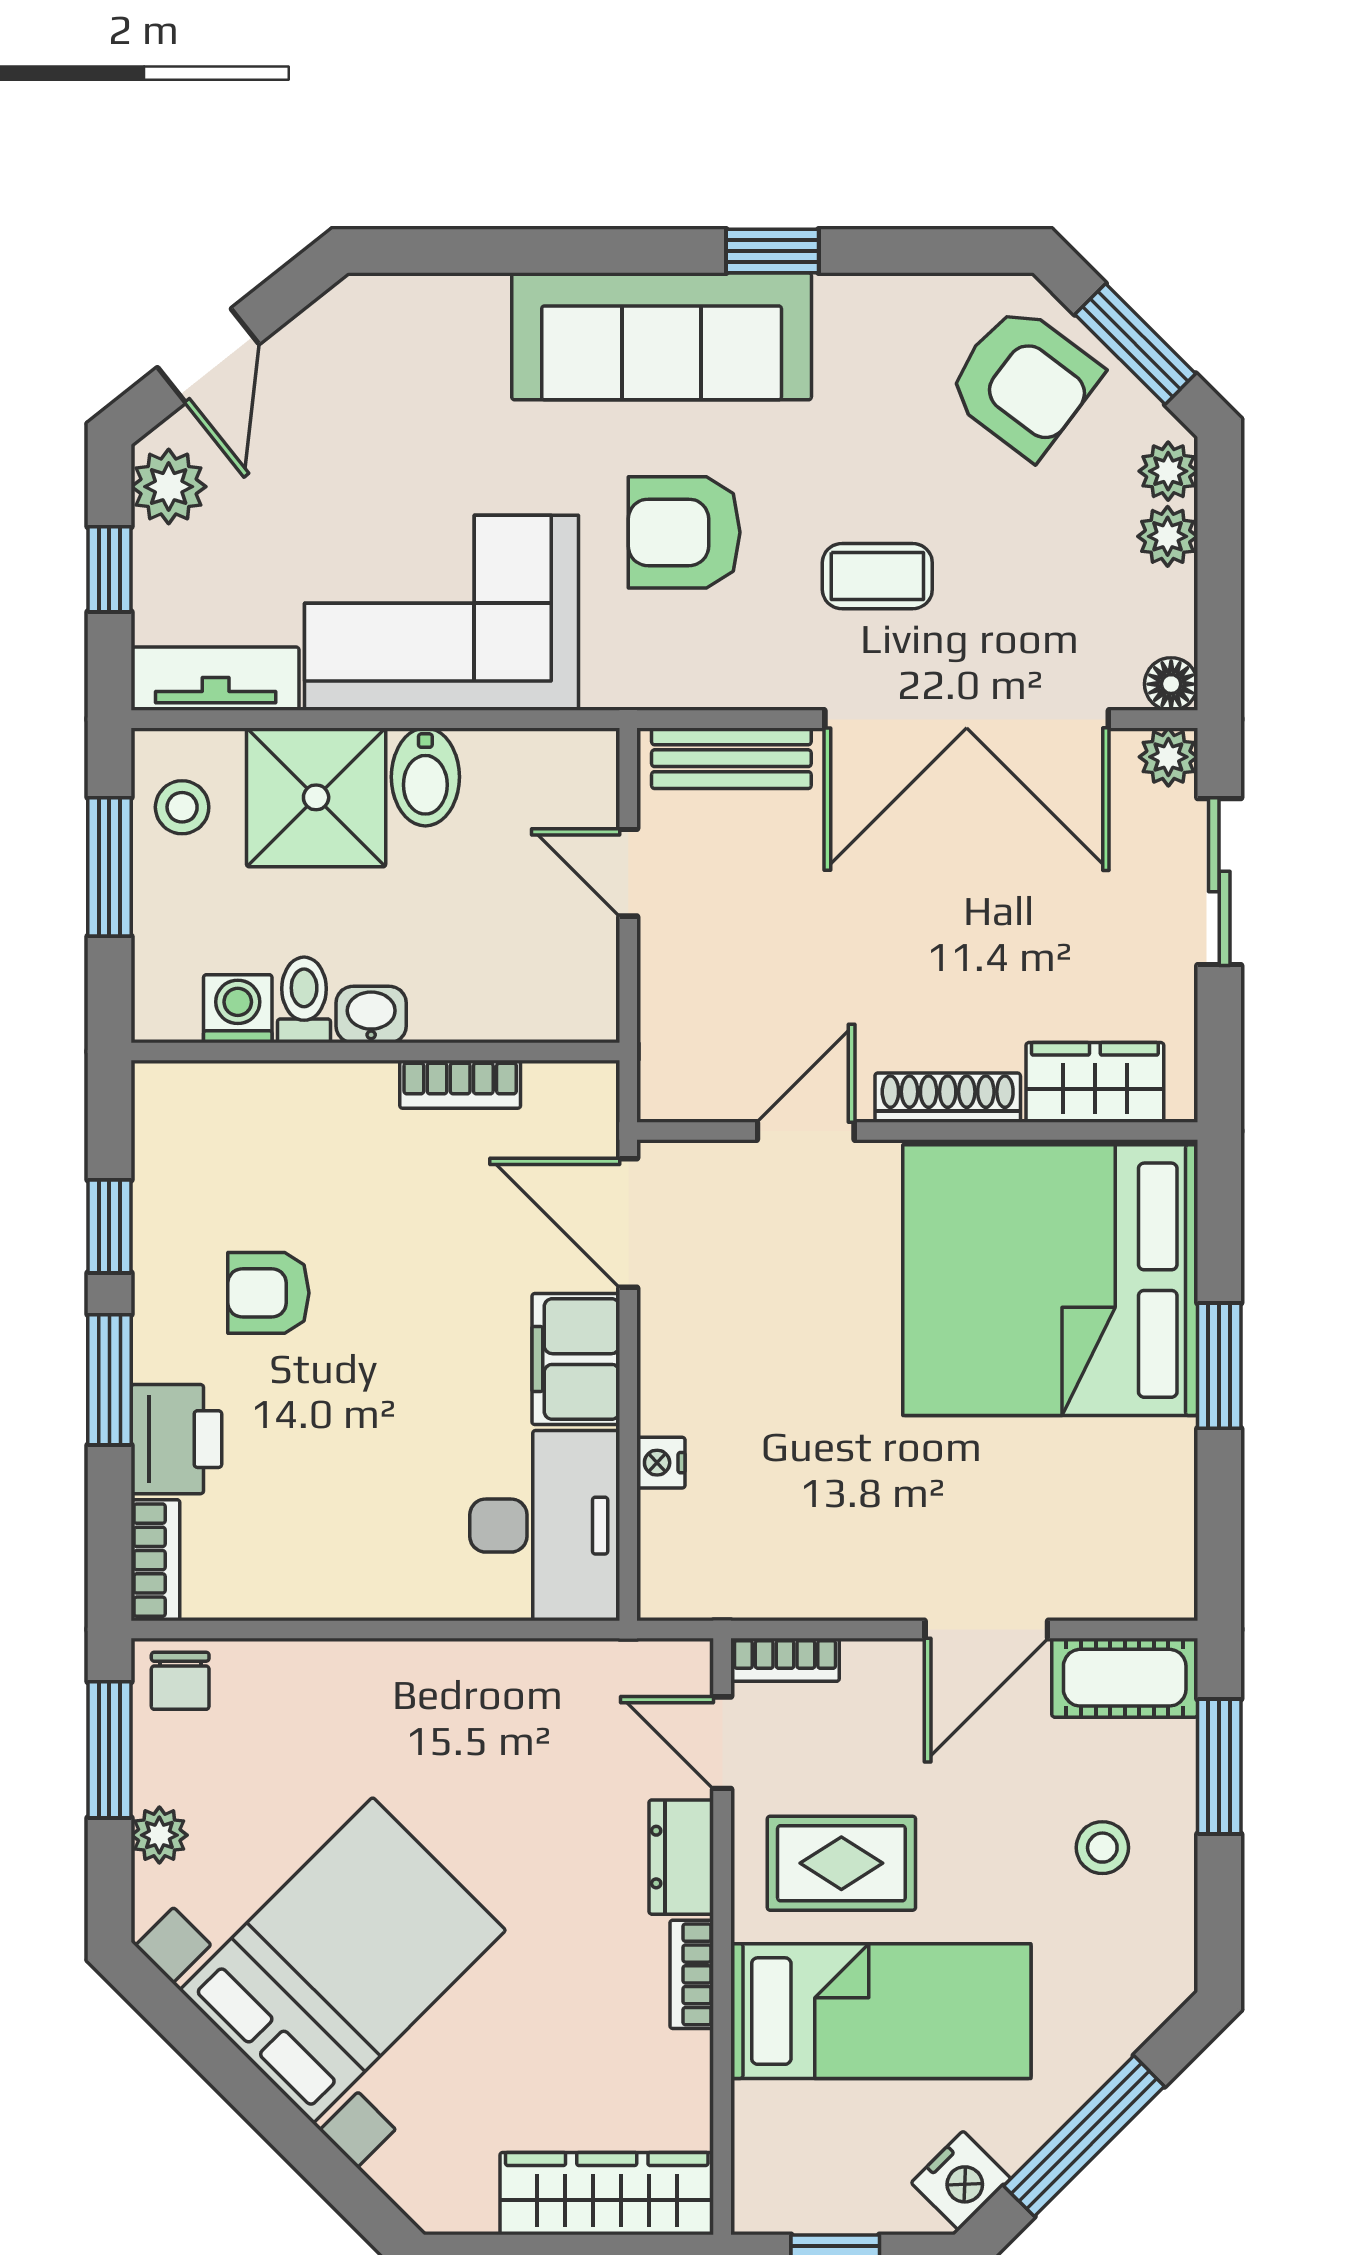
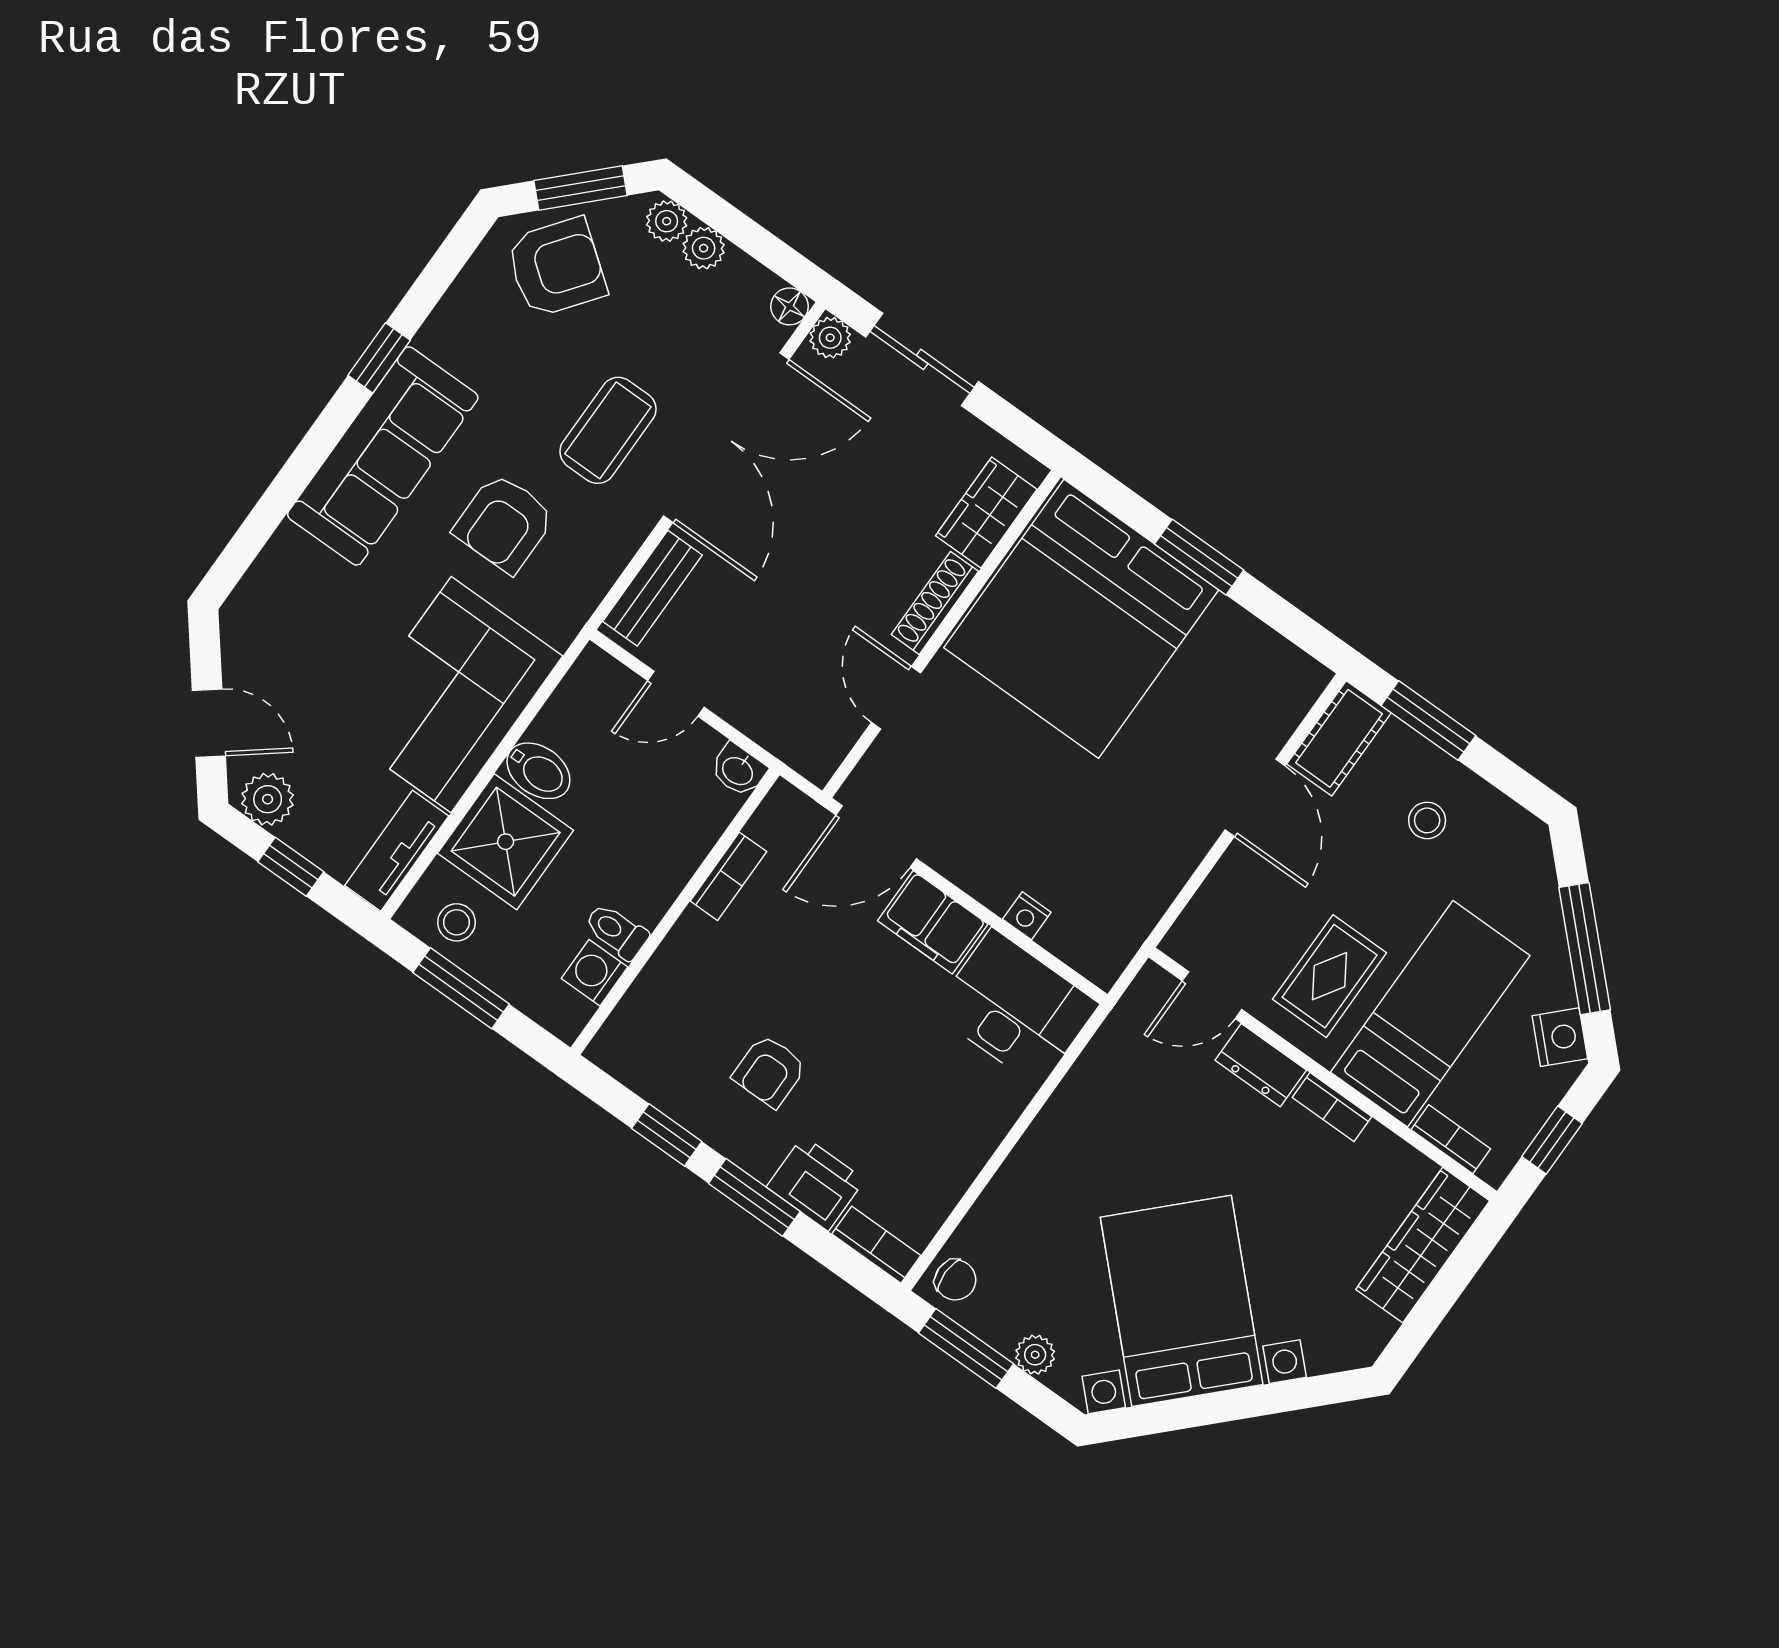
coffee table: (877, 576) -> (608, 430), width x1.36, depth x1.30
washbasin: (371, 1015) -> (738, 770), moved, turned -90
bookcase: (785, 1660) -> (1451, 1139), moved, turned -90

